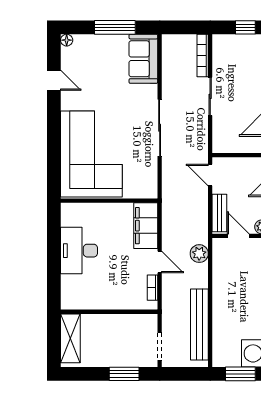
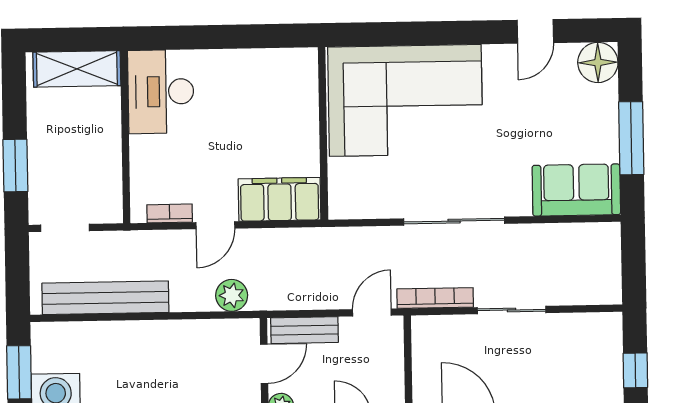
floor lamp: (67, 40) -> (598, 62), width x1.89, depth x1.89
bookcase: (203, 56) -> (435, 298), moved
desk: (79, 251) -> (161, 92), moved, turned -90

